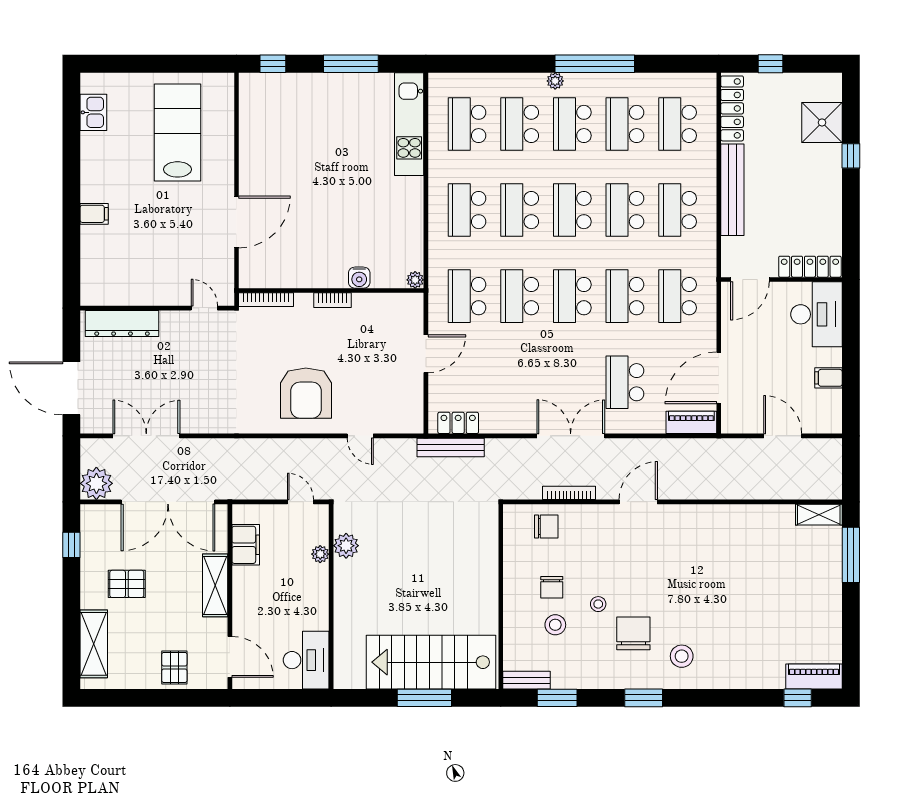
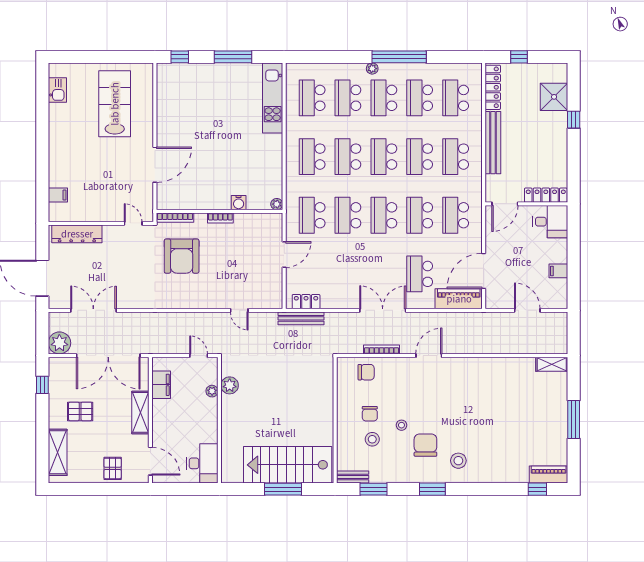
filing cabinet: (94, 214) -> (58, 195), moved
desk: (816, 314) -> (550, 222), width x0.73
armchair: (306, 393) -> (182, 256), moved
piano: (691, 422) -> (459, 299), width x1.37, depth x1.33
window: (851, 555) -> (574, 420), moved

